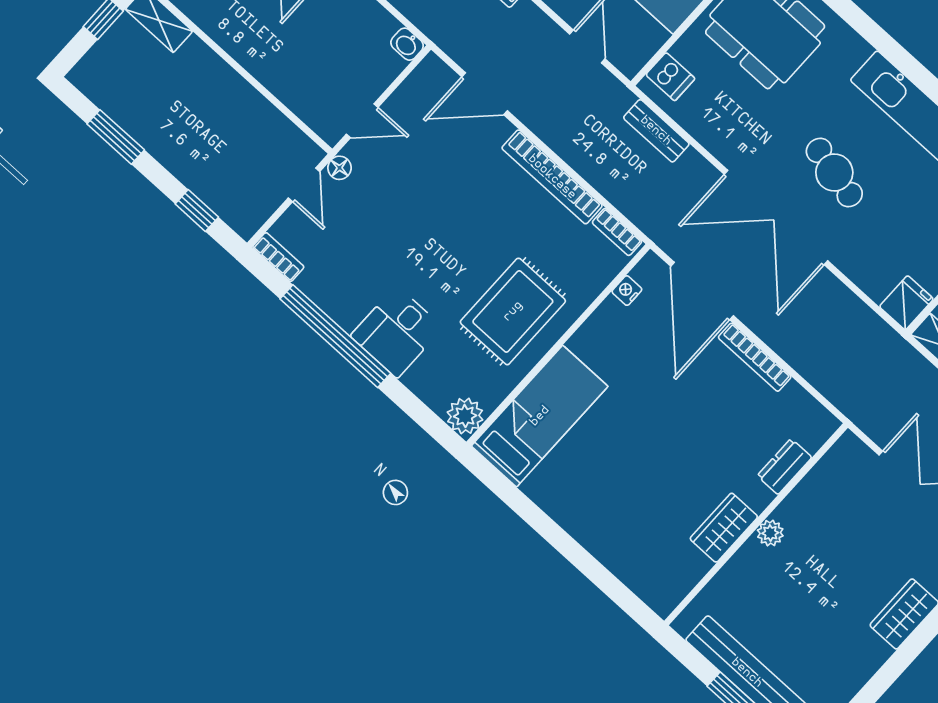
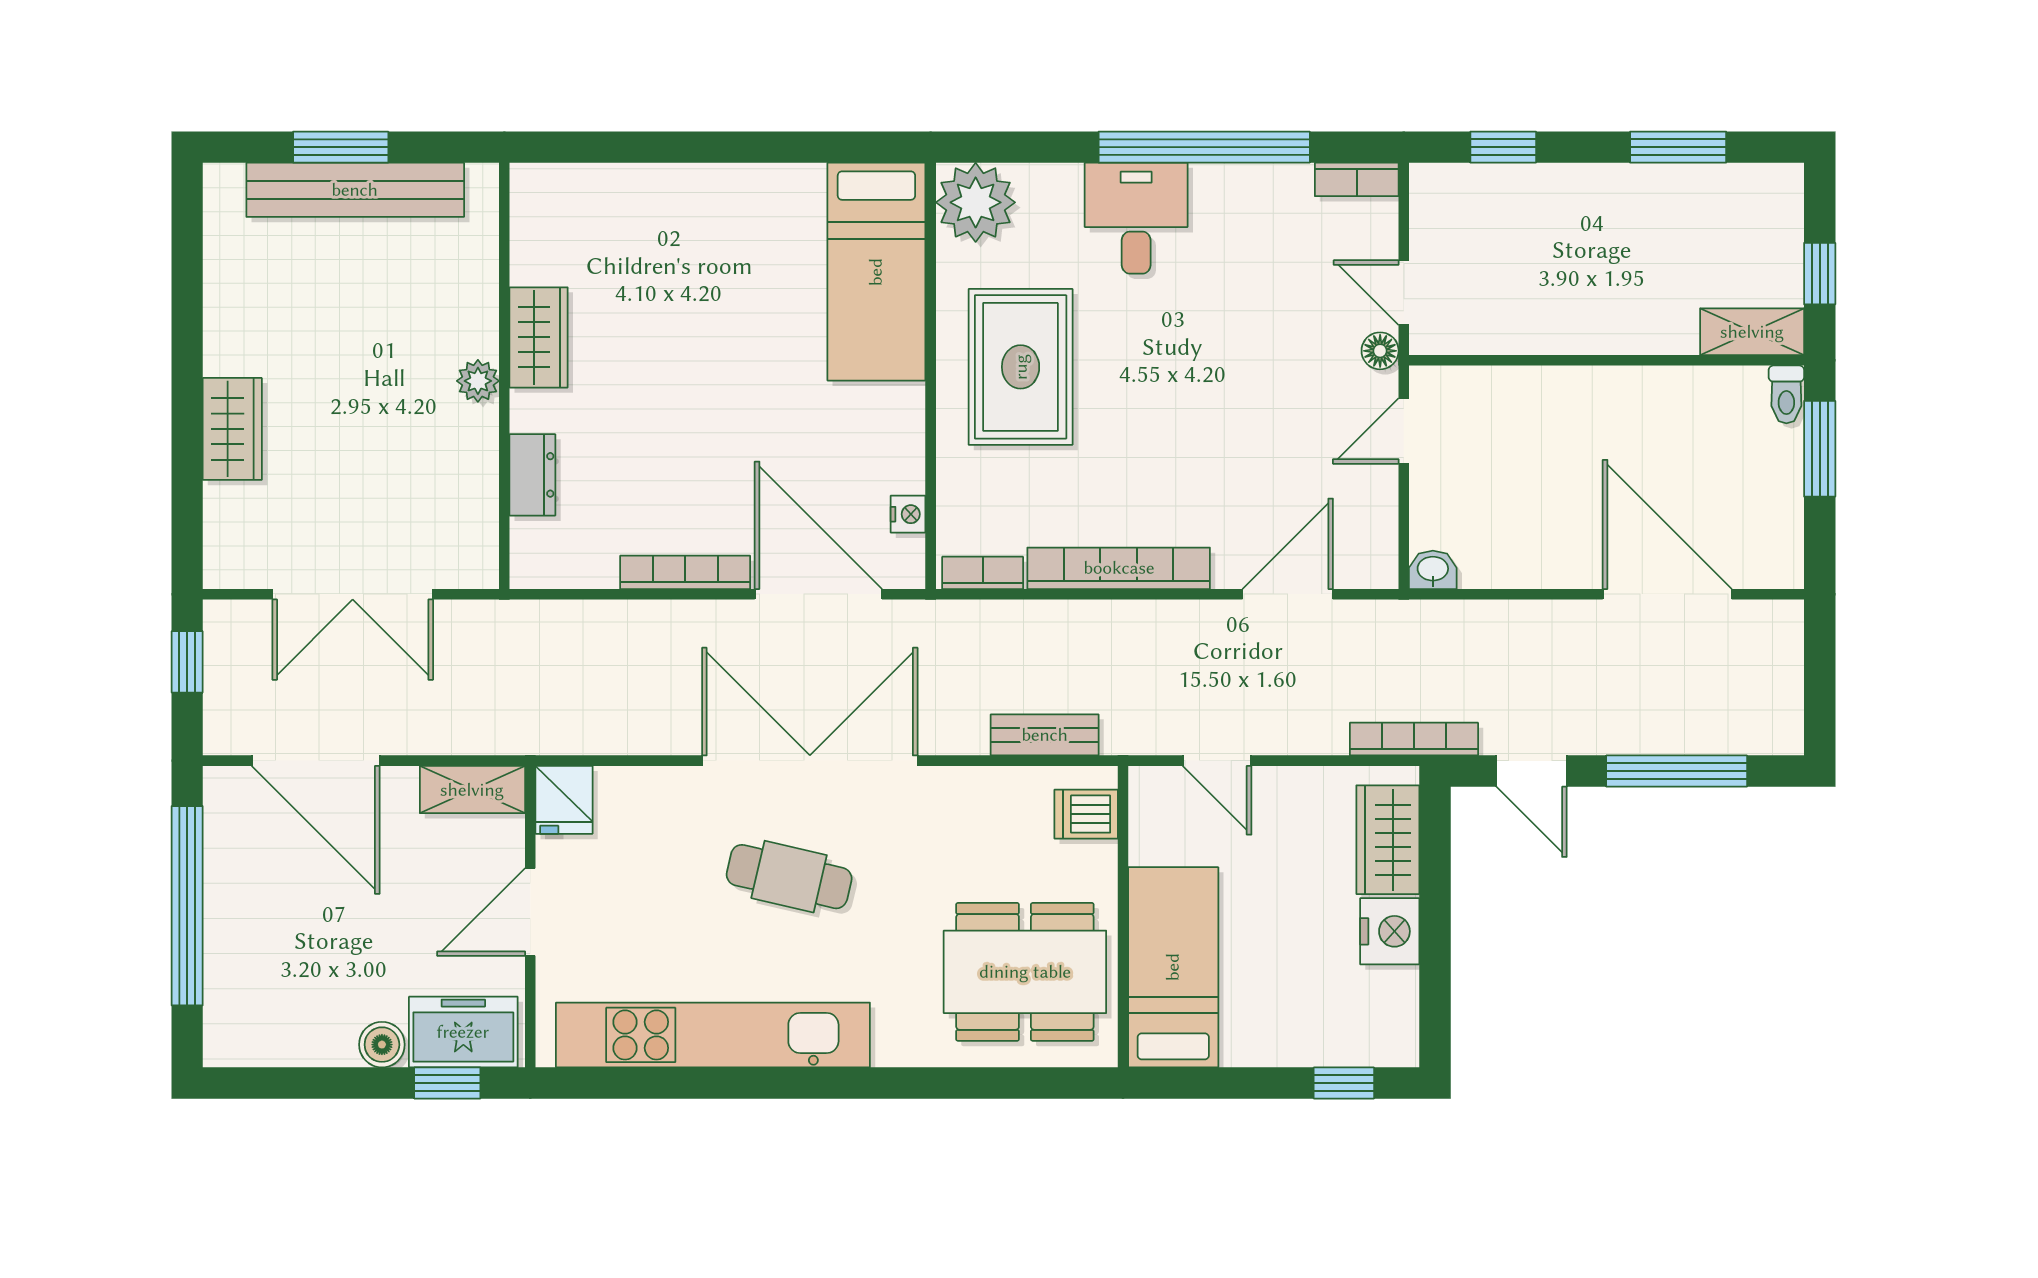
plant: (465, 416) -> (976, 202), width x1.36, depth x1.36

